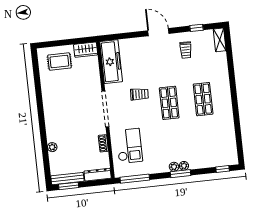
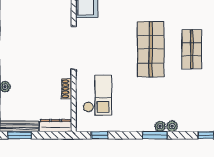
trolley: (139, 94) -> (116, 35), removed
shop shelf: (169, 103) -> (151, 49), width x1.43, depth x1.36
plant: (174, 167) -> (172, 126), moved
window: (135, 179) -> (100, 135), width x0.46

